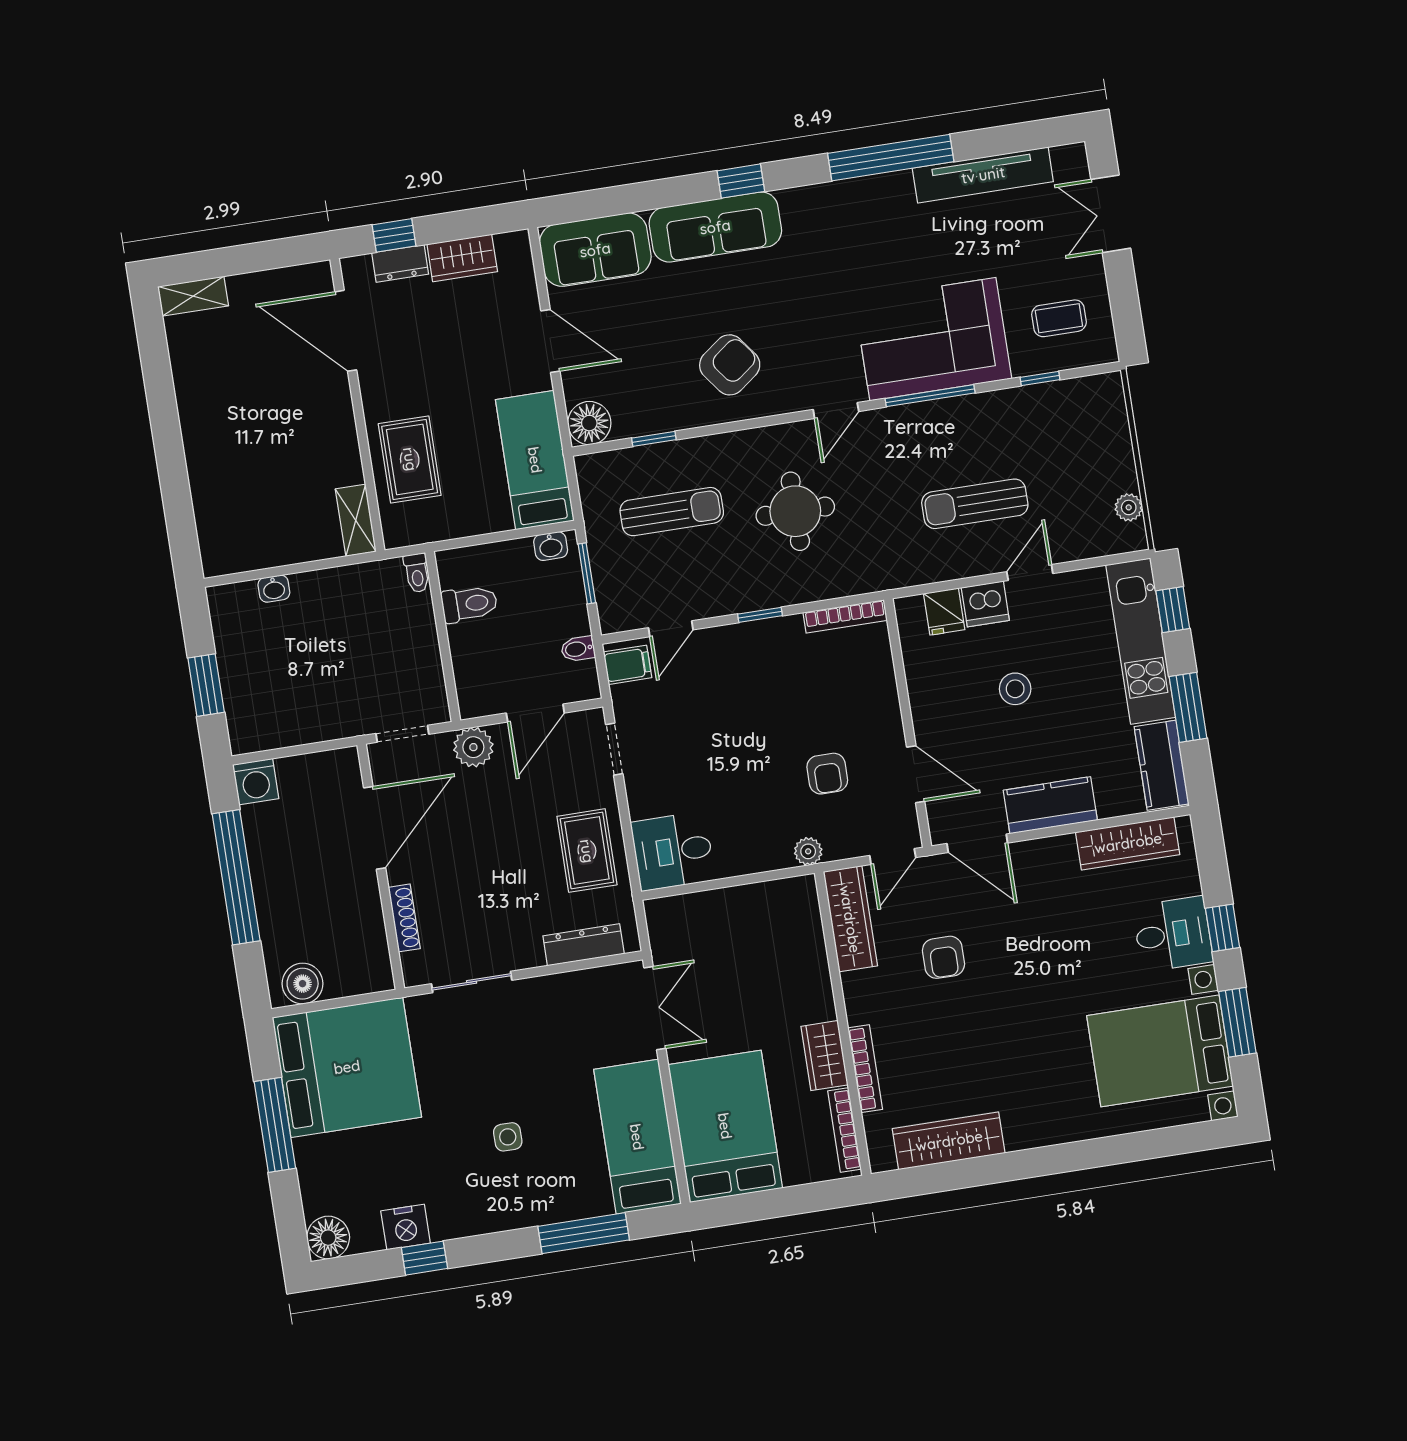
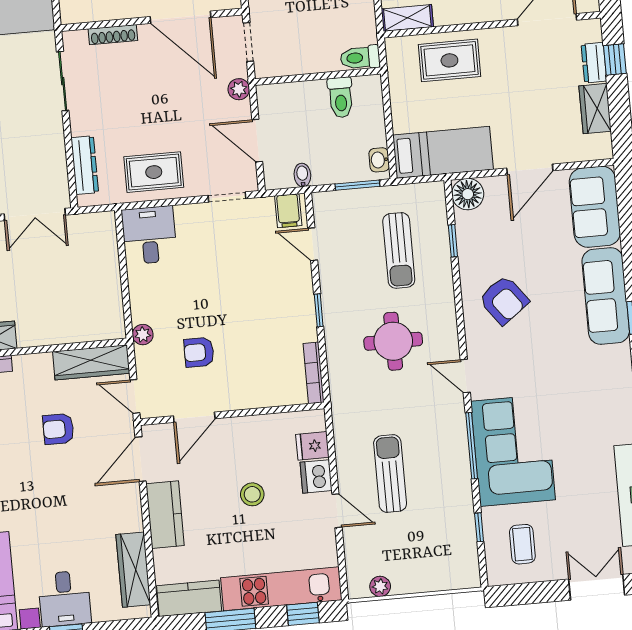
toilet: (417, 573) -> (360, 58), width x1.37, depth x1.39
plant: (473, 747) -> (239, 89), width x0.73, depth x0.73

